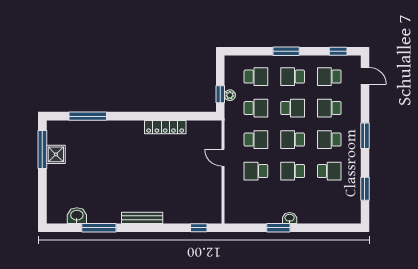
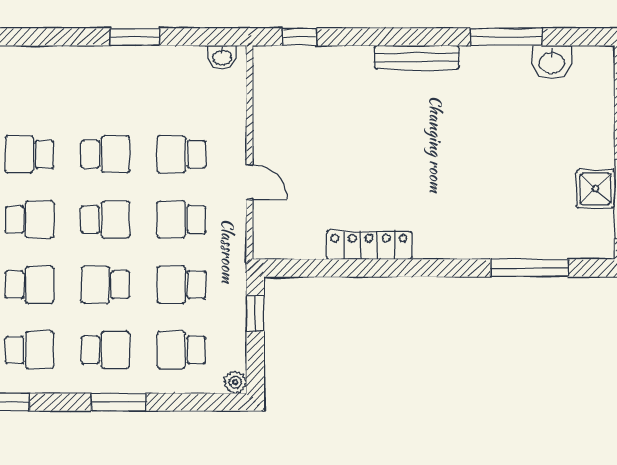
plant: (230, 95) -> (235, 382), moved
school desk: (256, 171) -> (181, 154), turned 180
washbasin: (290, 218) -> (222, 57), moved

